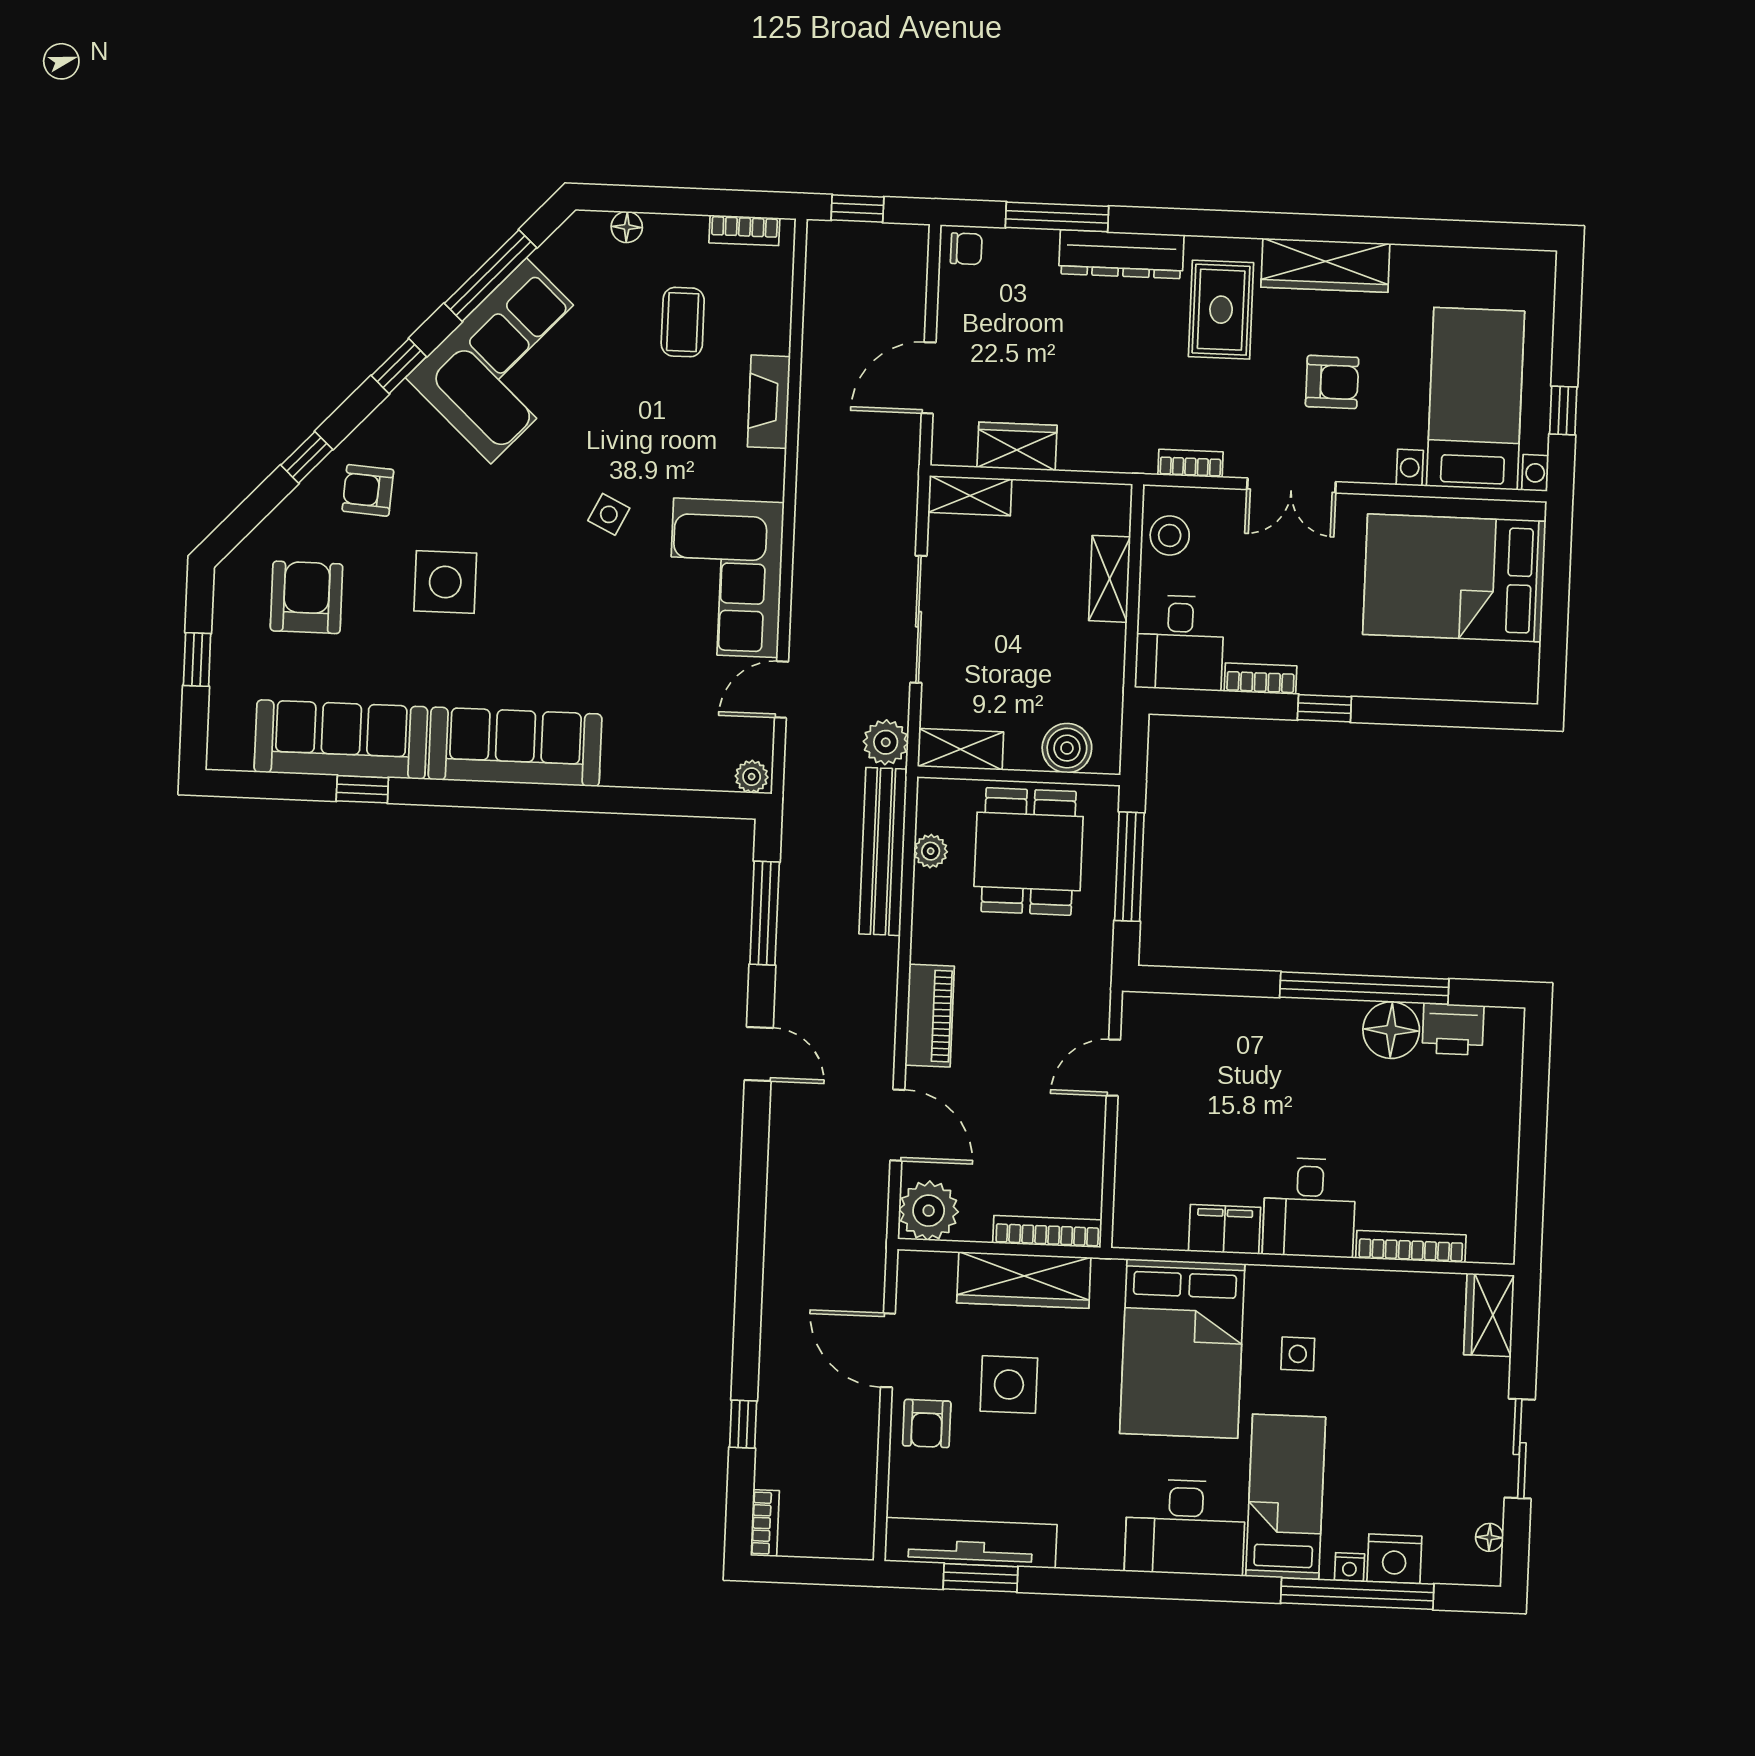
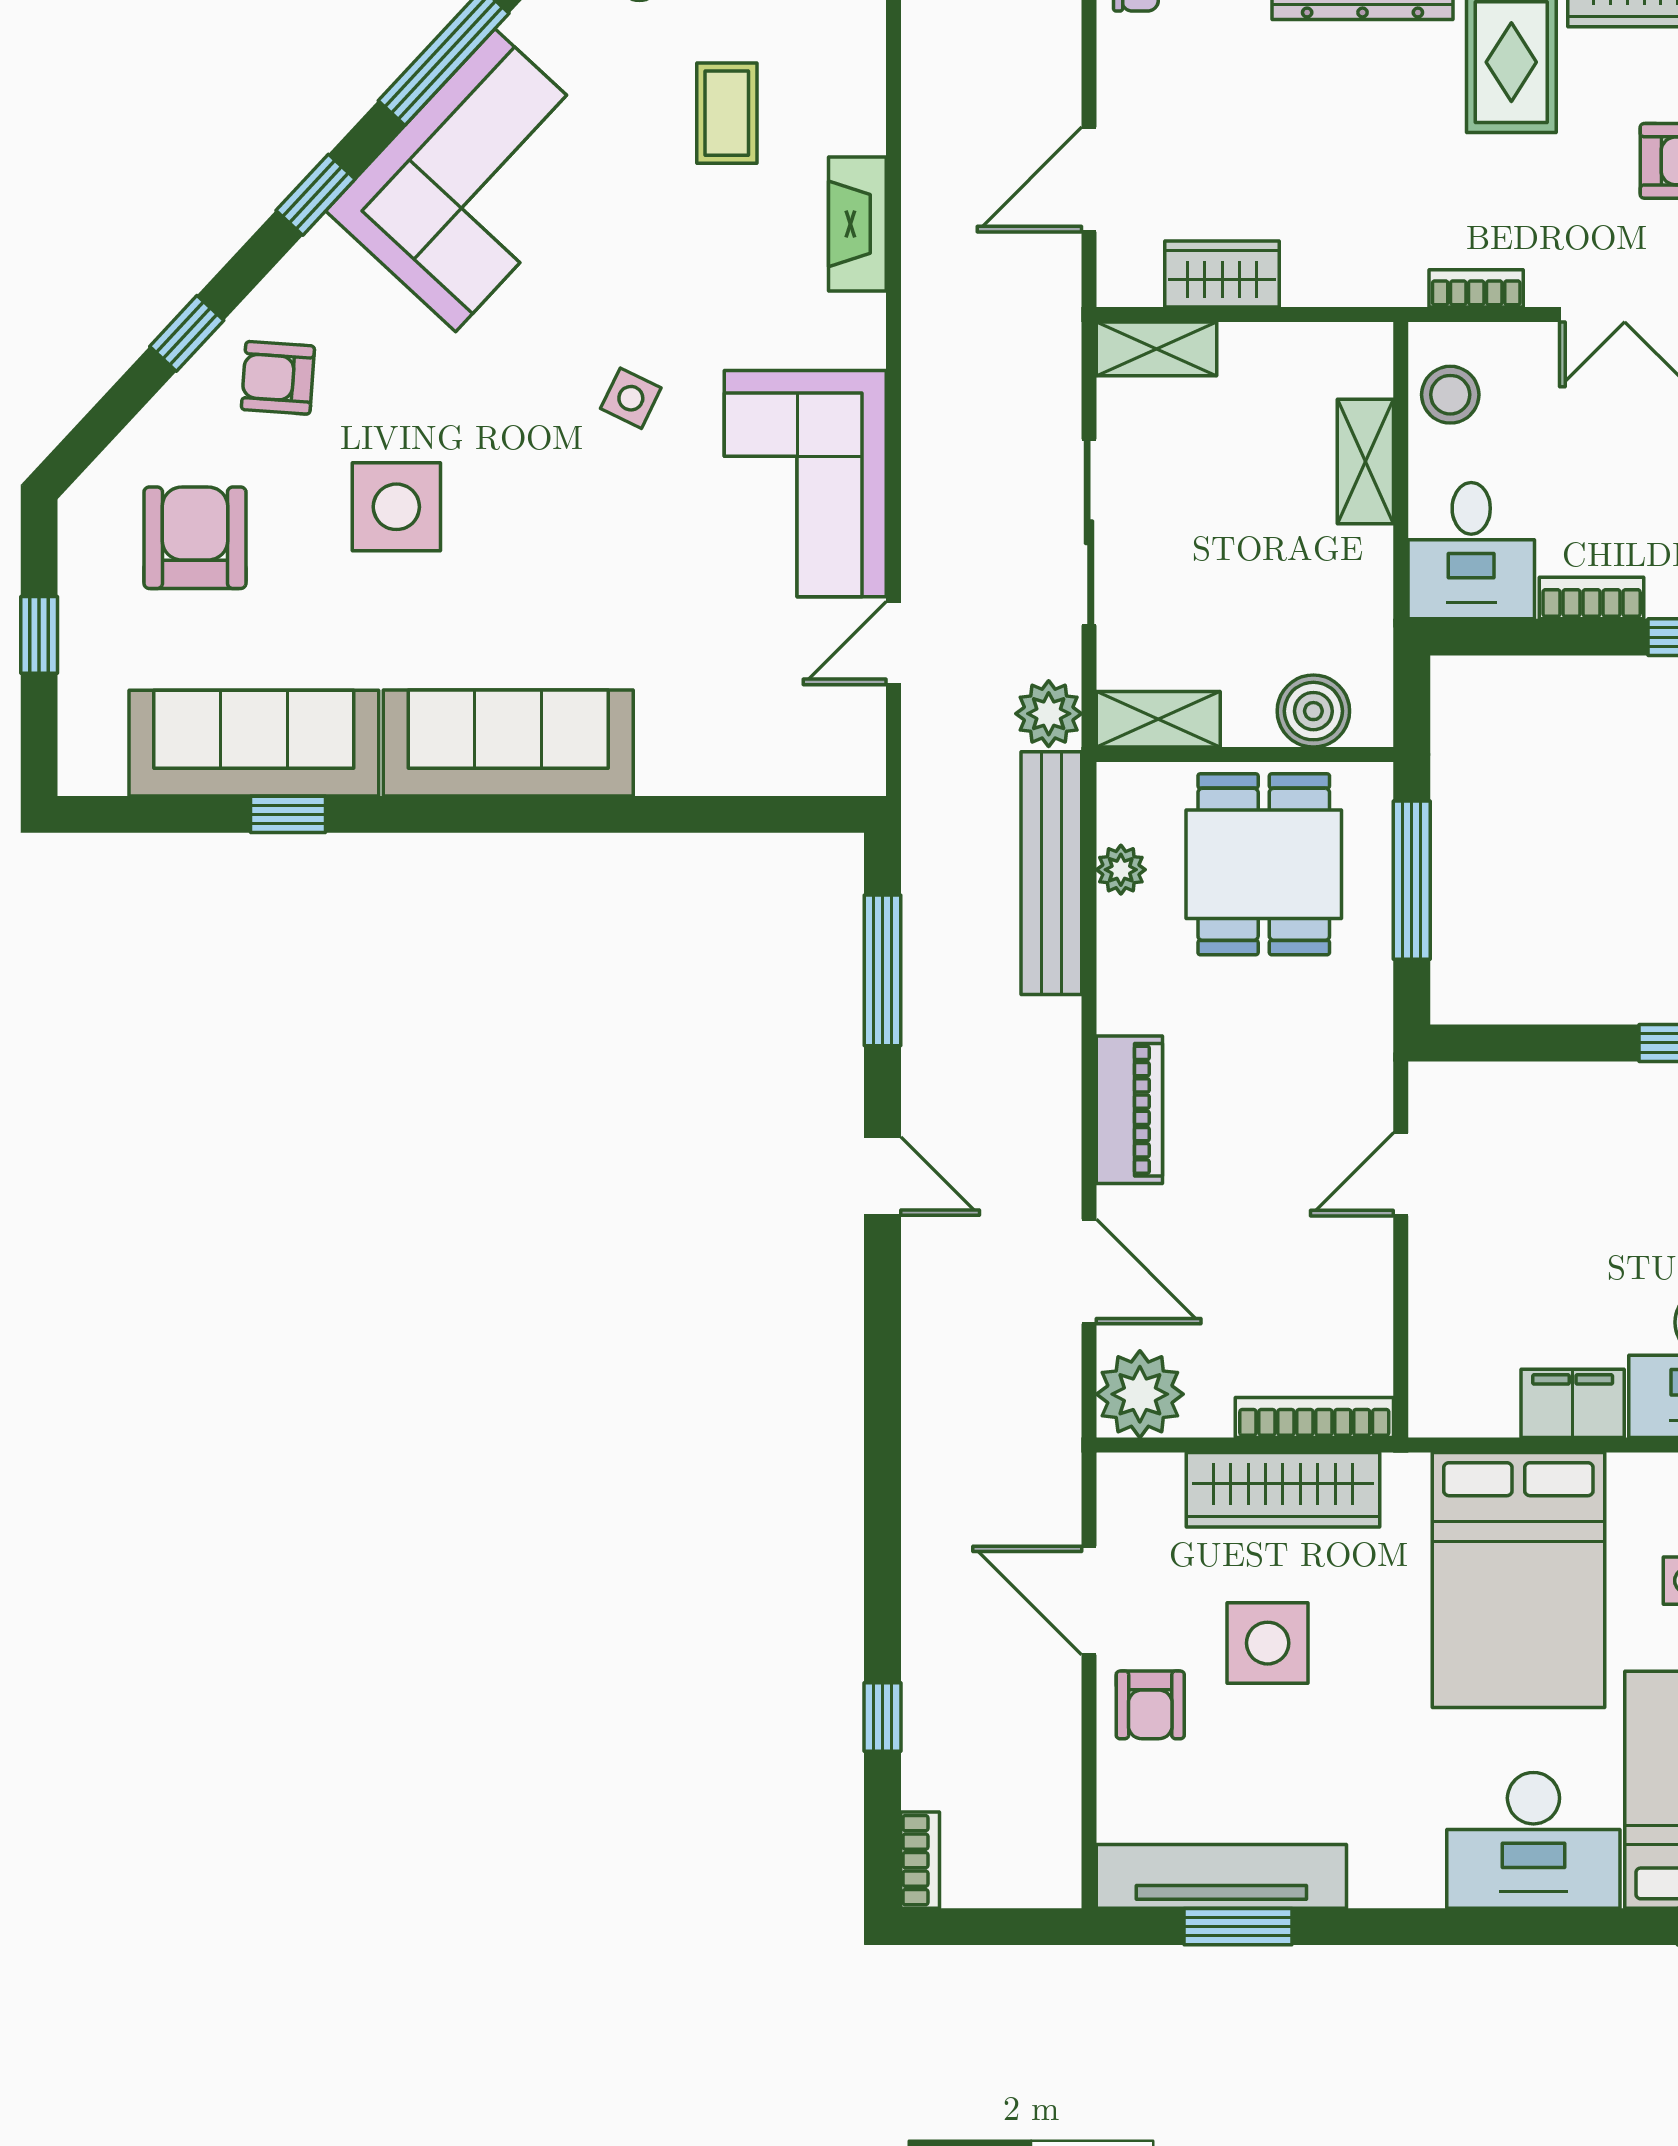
plant: (752, 777) -> (855, 772), removed

